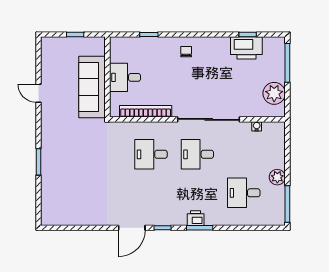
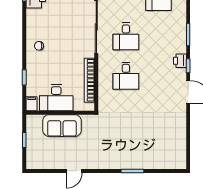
filing cabinet: (118, 43) -> (32, 104), added
desk: (125, 77) -> (56, 98), width x1.37
sofa: (92, 87) -> (62, 126), width x0.73
printer: (196, 218) -> (180, 61), moved

